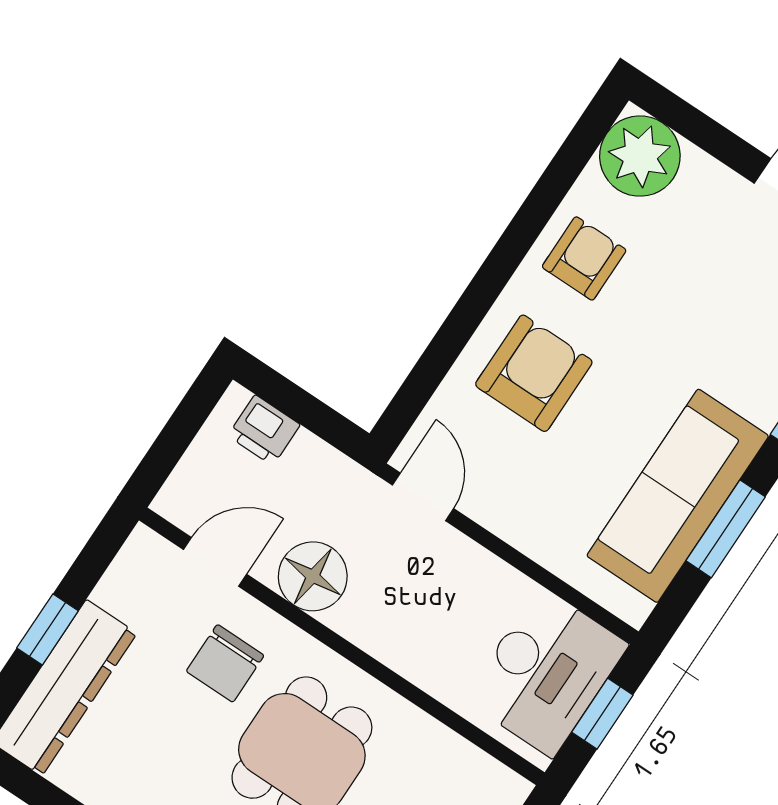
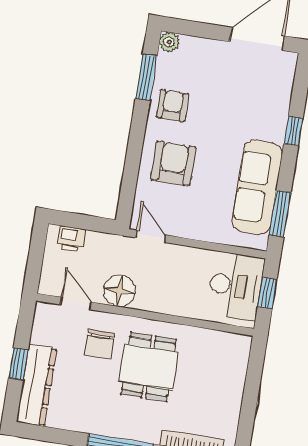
plant: (640, 156) -> (169, 42), width x0.53, depth x0.53
window: (558, 179) -> (146, 77), added
window: (726, 529) -> (280, 213), moved
door: (215, 562) -> (76, 303), hinge flipped

